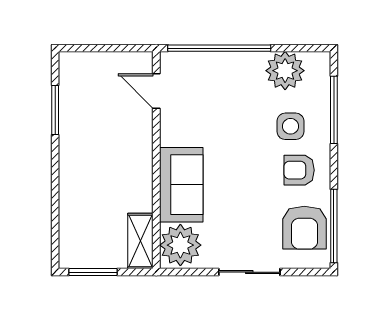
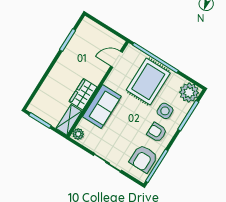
plant: (285, 71) -> (189, 92), moved
door: (156, 91) -> (116, 59), hinge flipped
rug: (232, 95) -> (148, 82), added
wardrobe: (137, 184) -> (83, 94), added
plant: (180, 245) -> (78, 134), width x0.53, depth x0.53

